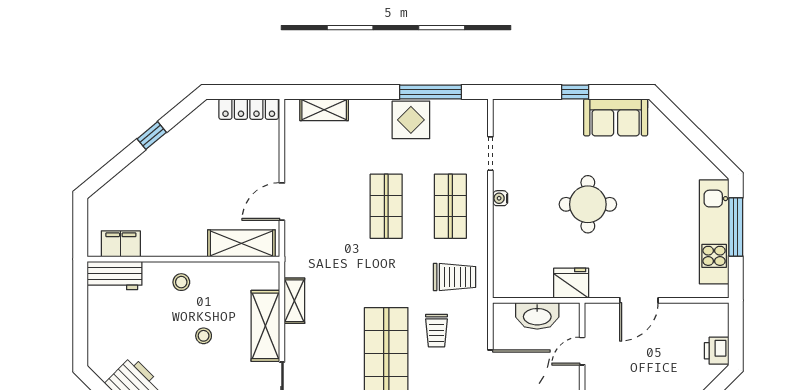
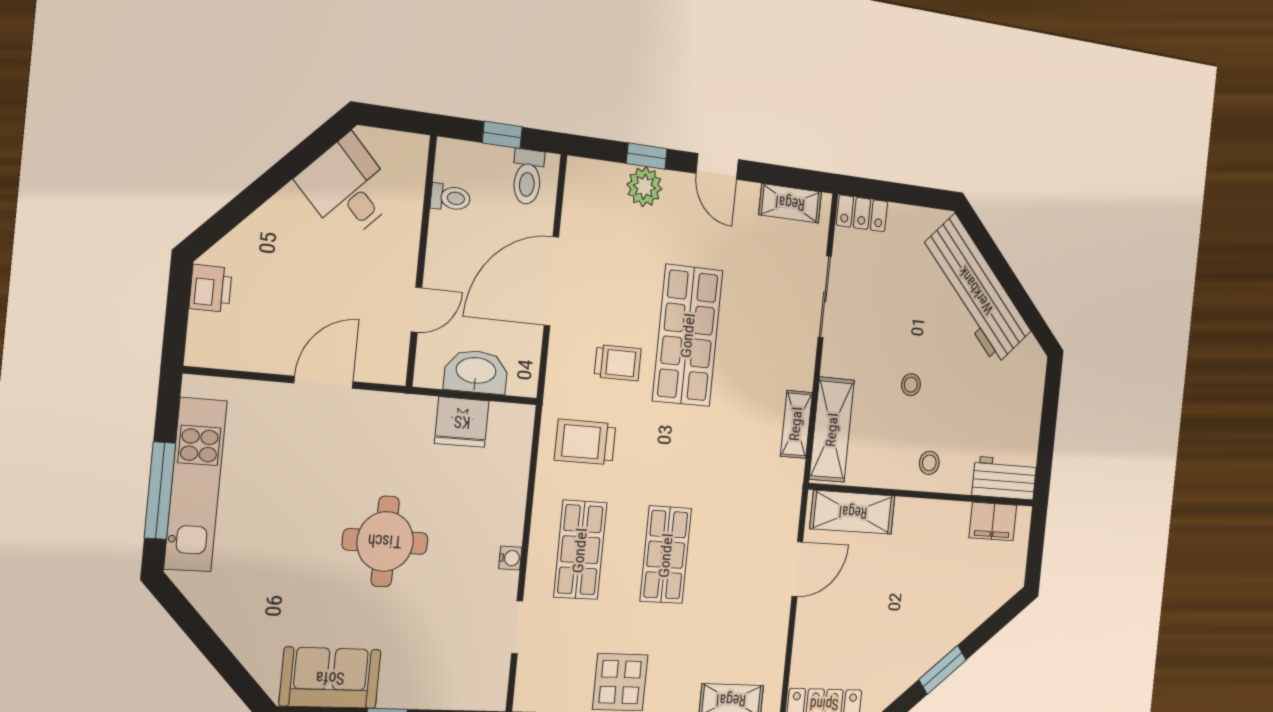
window: (152, 136) -> (943, 670), width x1.50
fridge: (571, 283) -> (462, 422), moved
shelving: (265, 326) -> (832, 430), moved
trolley: (436, 331) -> (618, 363), turned 90

